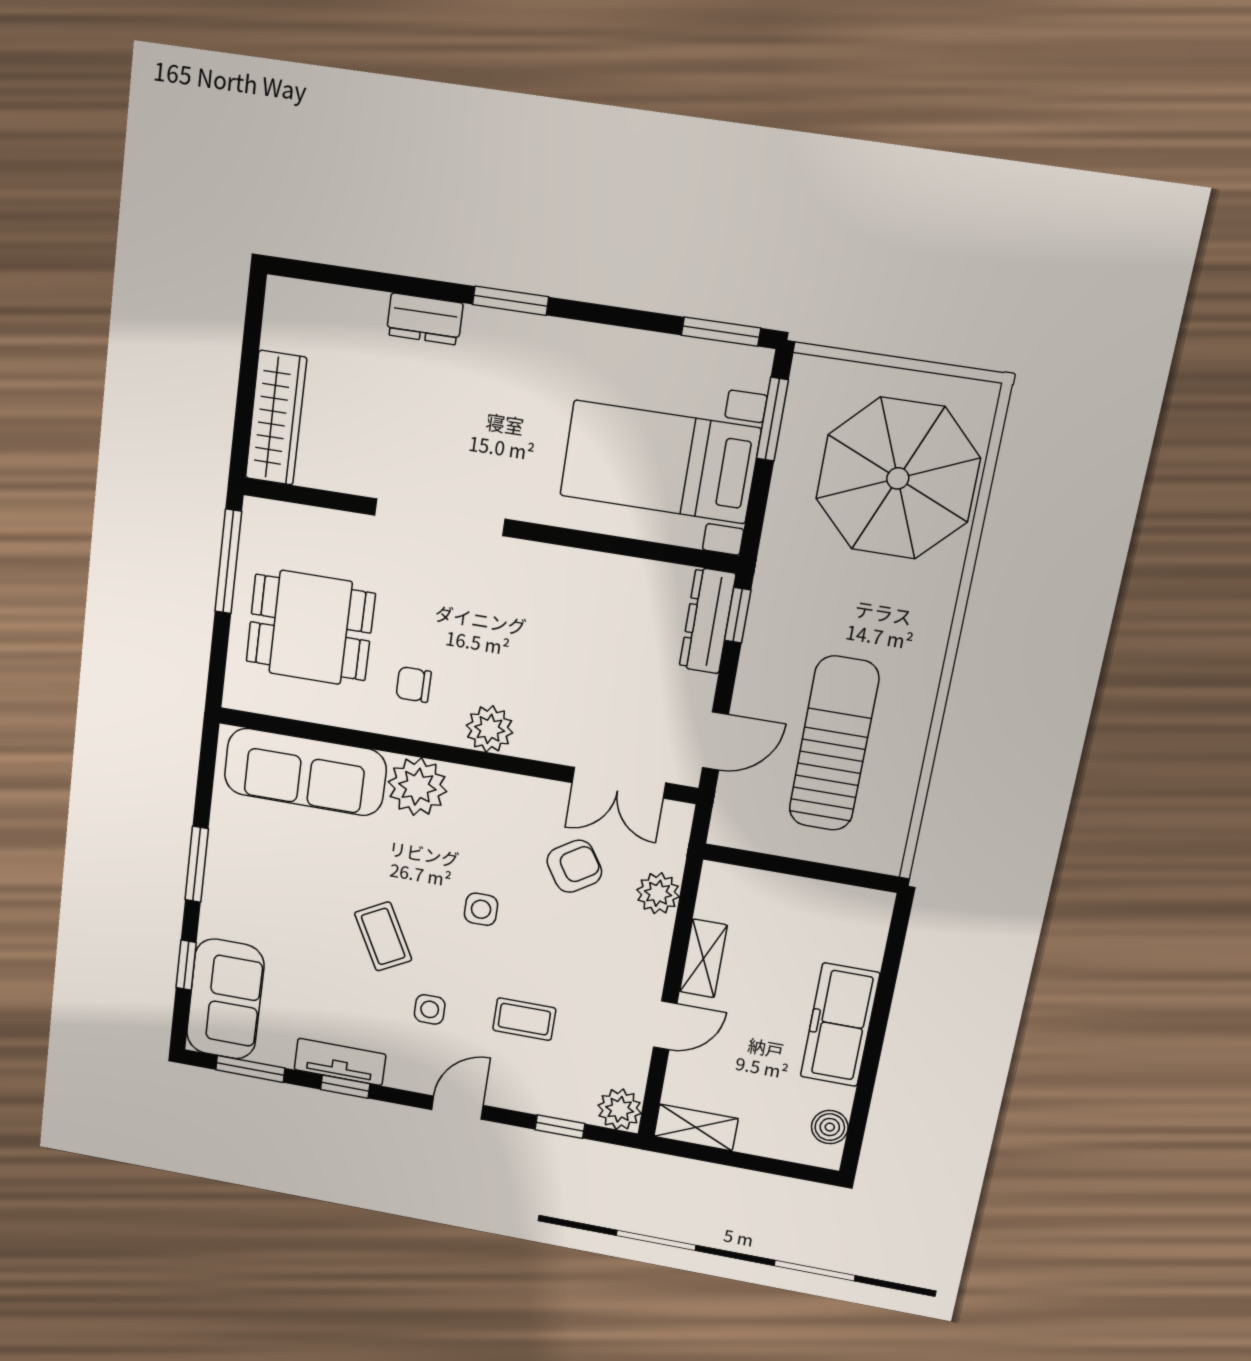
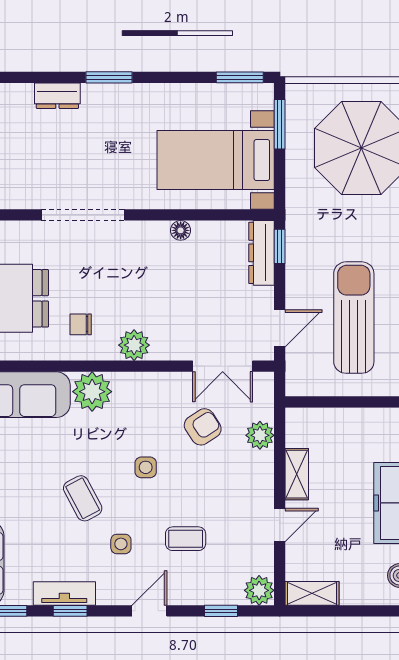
floor lamp: (587, 565) -> (181, 230), added

